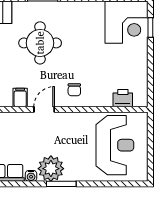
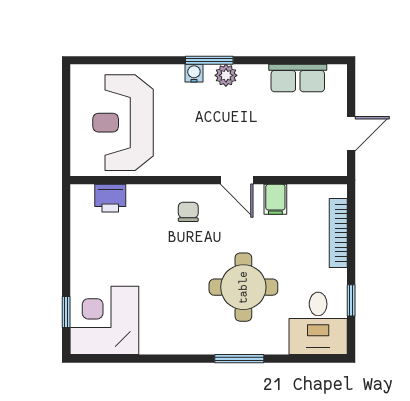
door: (44, 109) -> (237, 180), hinge flipped
plant: (51, 169) -> (226, 75), width x0.53, depth x0.53
water cooler: (31, 176) -> (194, 73), moved

